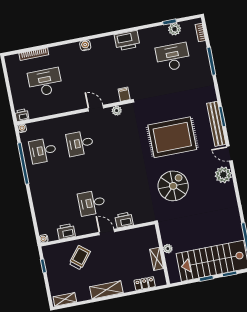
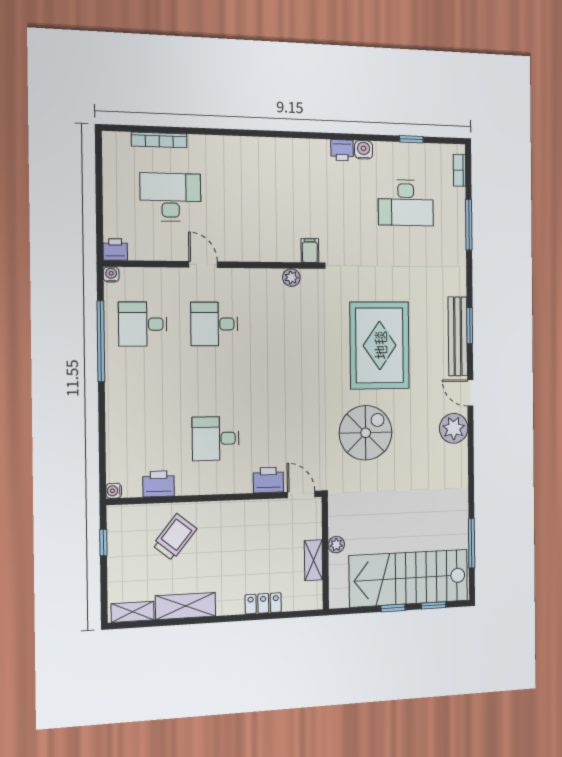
plant: (175, 29) -> (417, 154), removed
printer: (127, 41) -> (342, 150), width x0.53, depth x0.68
water cooler: (85, 45) -> (364, 150), moved
desk: (173, 57) -> (406, 203), turned 180
door: (96, 108) -> (203, 265), moved
rug: (172, 137) -> (380, 345), turned 90
door: (107, 232) -> (301, 494), moved
locker: (145, 283) -> (263, 603), moved
shelving: (106, 290) -> (186, 606), moved

